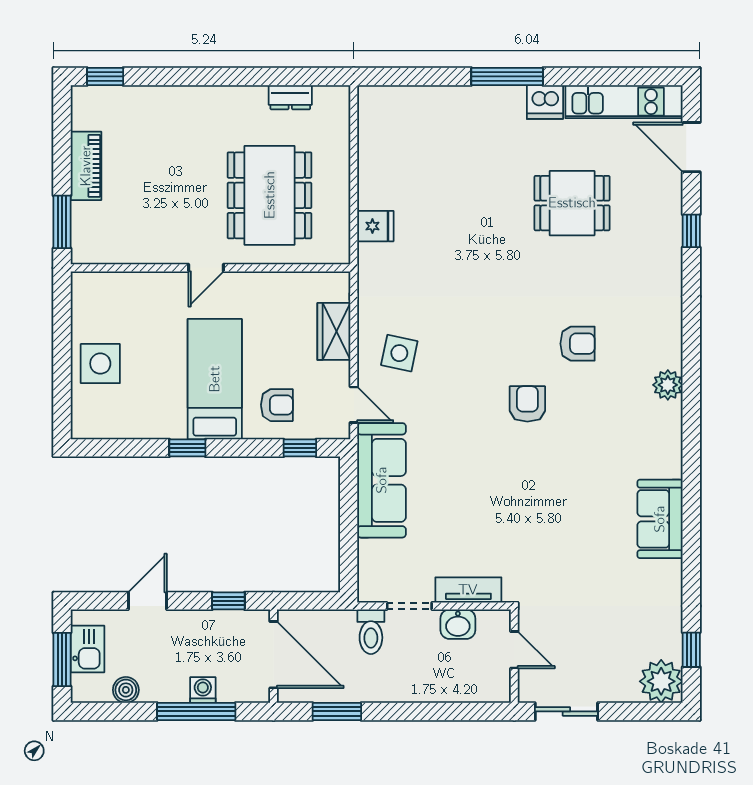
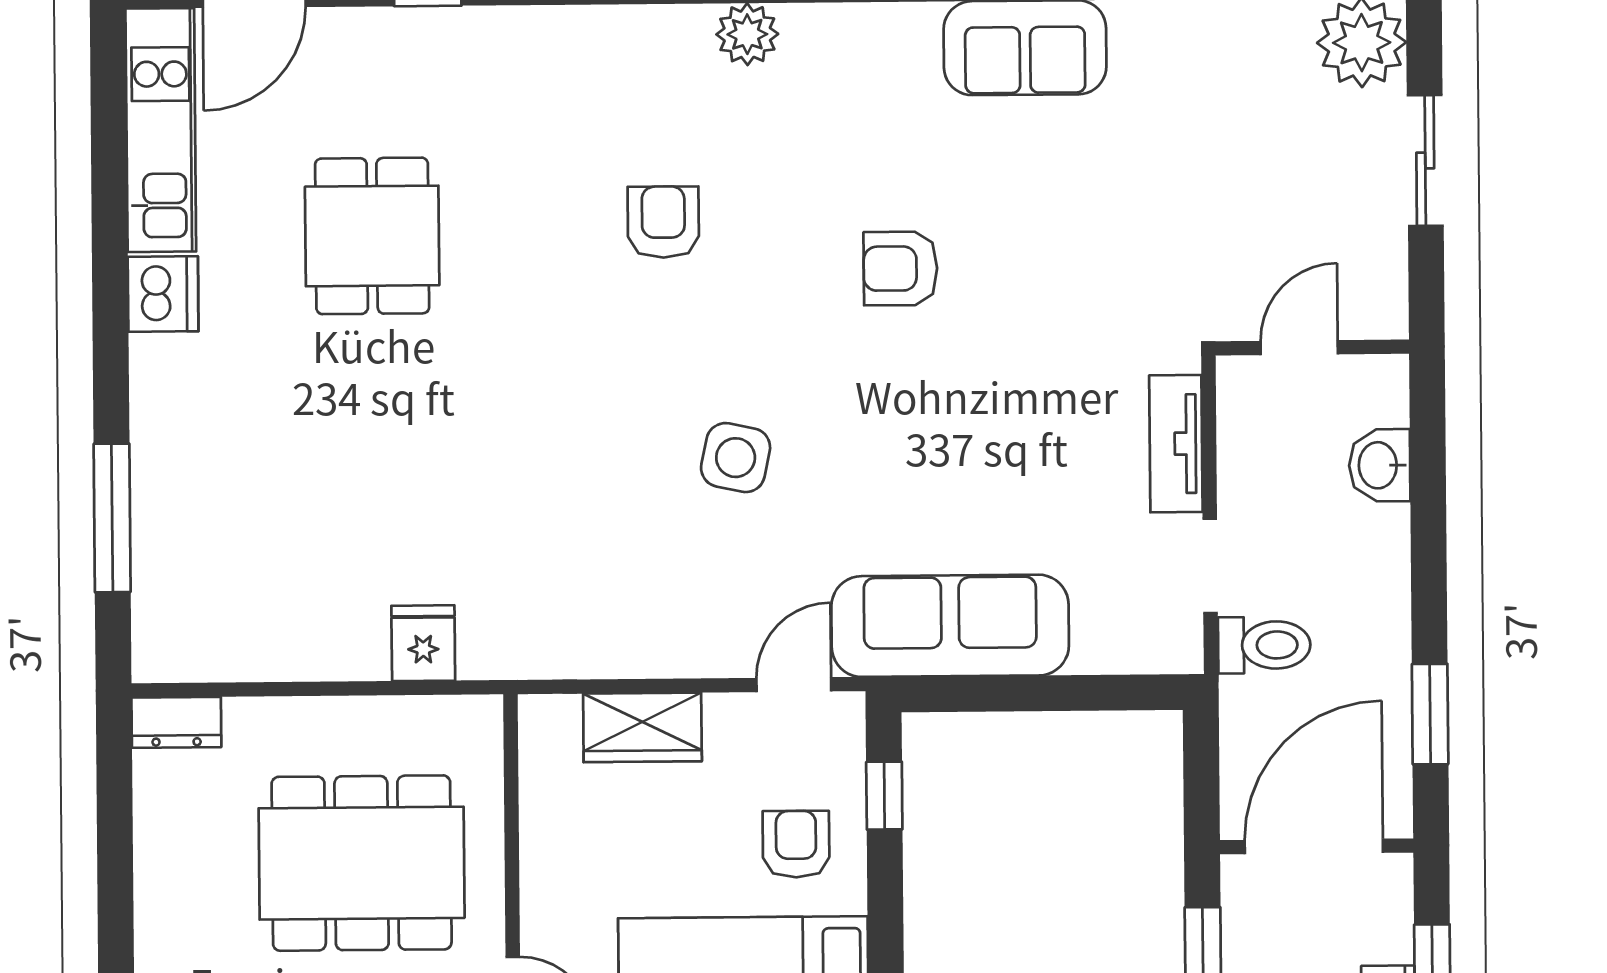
window: (507, 76) -> (112, 518), moved
dresser: (290, 97) -> (176, 722), moved, turned 90
side table: (399, 353) -> (736, 458), moved
armchair: (527, 404) -> (900, 269), moved
washbasin: (458, 624) -> (1380, 465), moved, turned 180
sliding door: (566, 711) -> (1425, 161), moved

